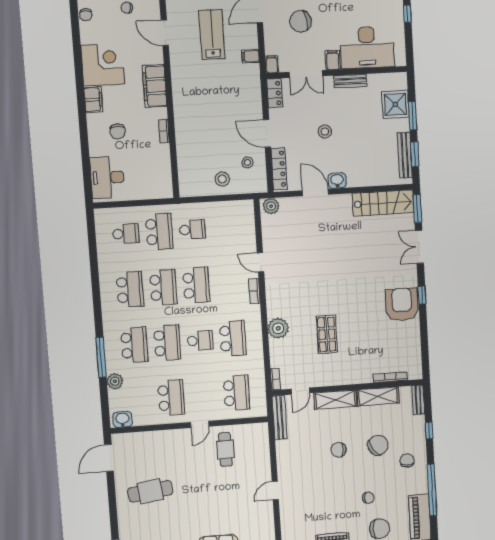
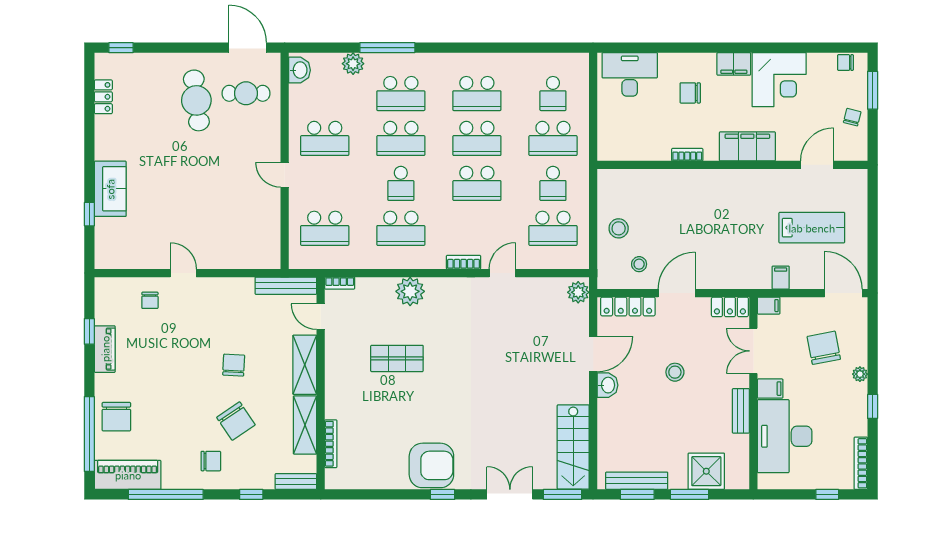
school desk: (225, 227) -> (553, 228), added
cafe table: (225, 449) -> (246, 93), moved
chair: (368, 498) -> (150, 300), moved

